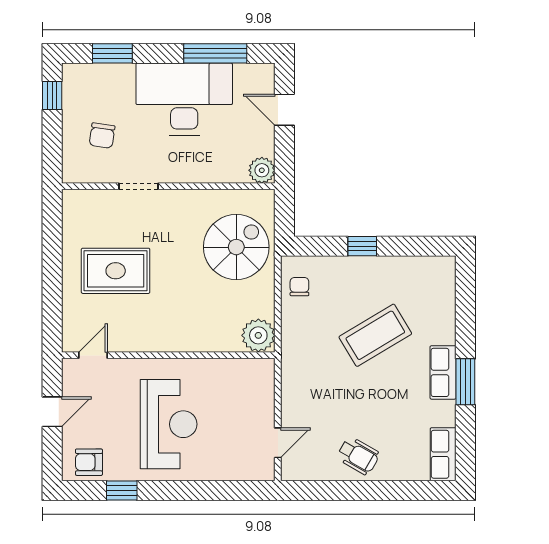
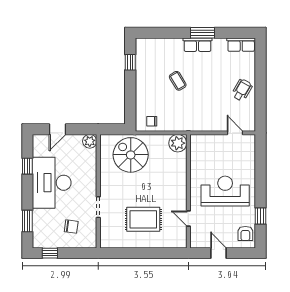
window: (215, 53) -> (27, 166), width x0.46
window: (362, 246) -> (130, 62), moved
rug: (116, 271) -> (143, 219), turned 90
coffee table: (375, 335) -> (178, 81), width x0.54, depth x0.58
door: (93, 355) -> (188, 219), moved

